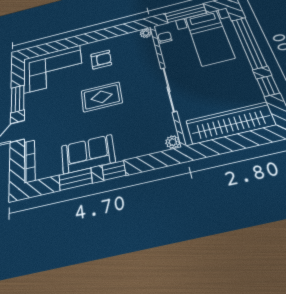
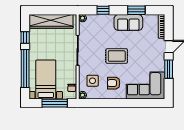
side table: (134, 54) -> (93, 81), added
window: (114, 170) -> (103, 10), moved

